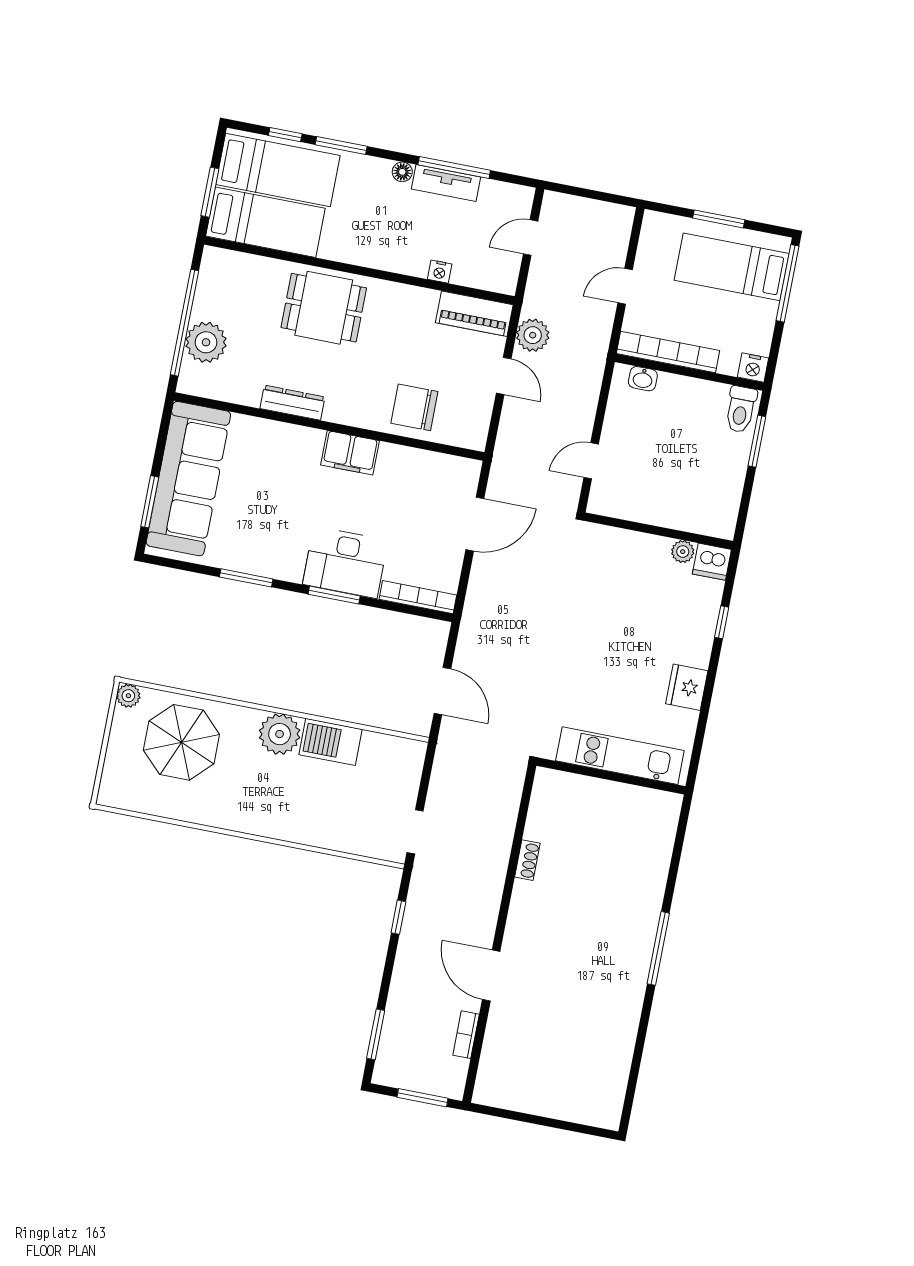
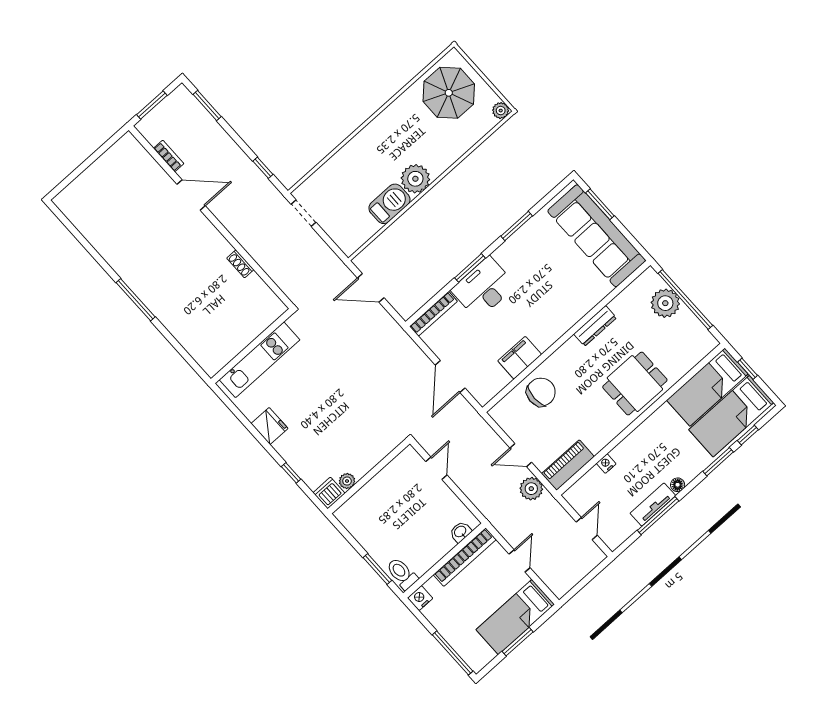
window: (210, 192) -> (747, 369), width x0.67
bed: (732, 267) -> (515, 617), moved, turned 180
filing cabinet: (350, 453) -> (520, 358), moved
parasol: (181, 742) -> (449, 93), moved

